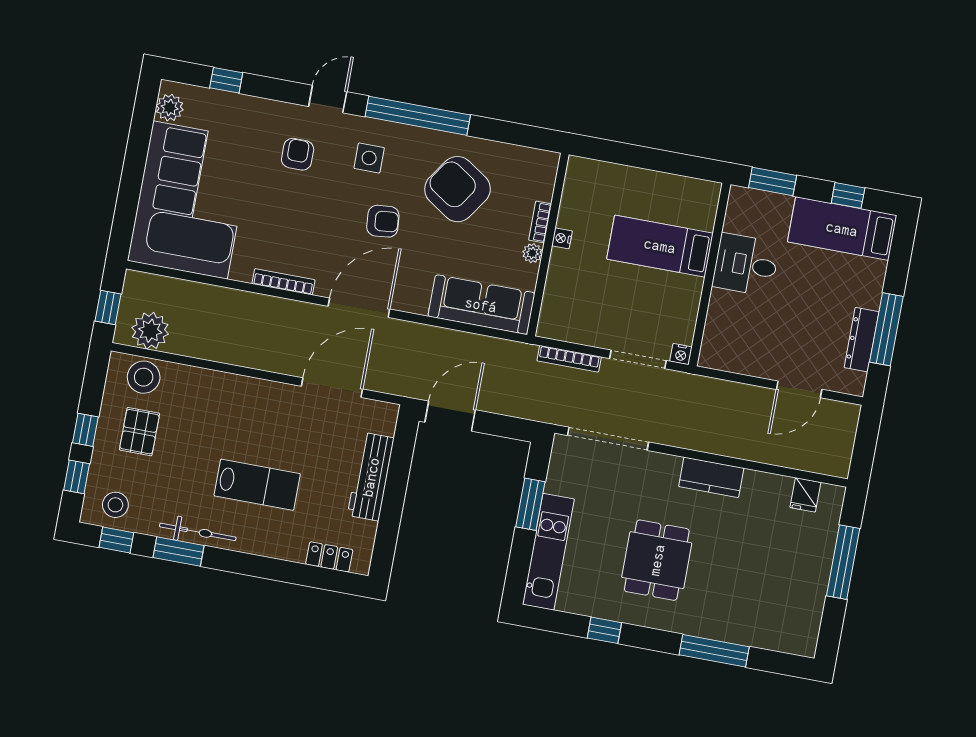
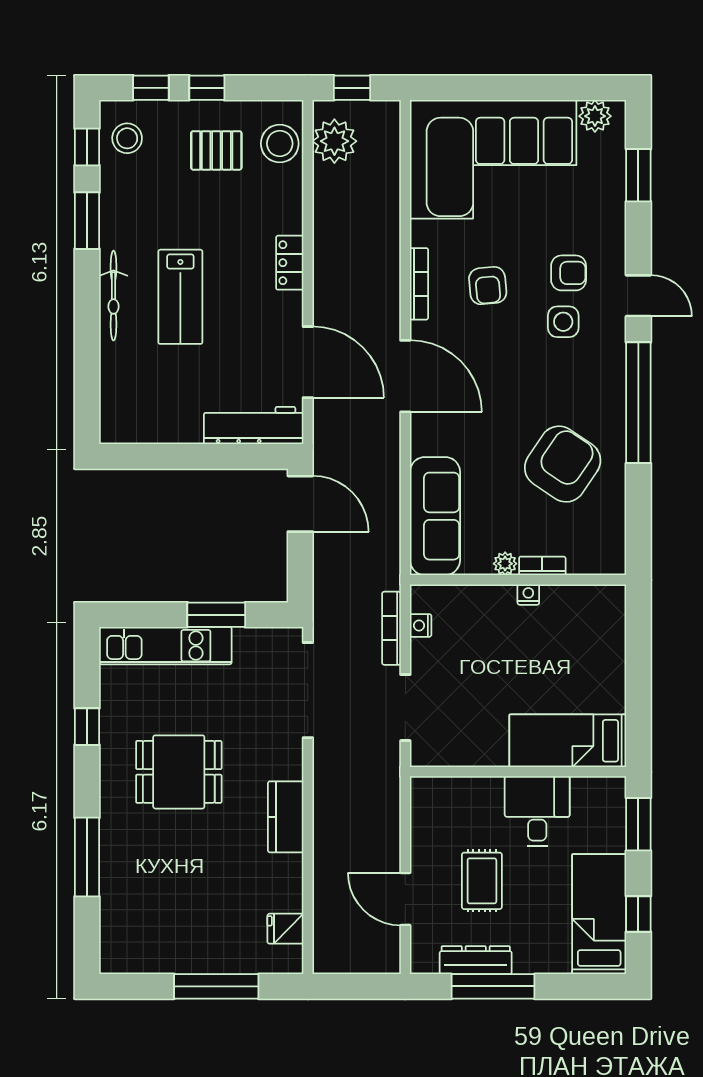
window: (226, 80) -> (638, 175), width x1.50
side table: (369, 158) -> (563, 322), moved
armchair: (383, 221) -> (488, 286), moved
bed: (660, 246) -> (568, 741), moved, turned -90
rug: (796, 322) -> (482, 881), added
nightstand: (681, 354) -> (421, 625), moved
workbench: (371, 477) -> (254, 425), moved
bicycle: (198, 532) -> (113, 296), moved
locker: (329, 557) -> (290, 263), moved, turned 180

